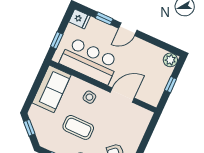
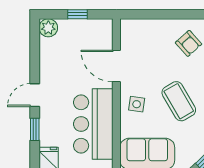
door: (128, 29) -> (35, 95), swing flipped
coffee table: (78, 127) -> (179, 101), turned -30

